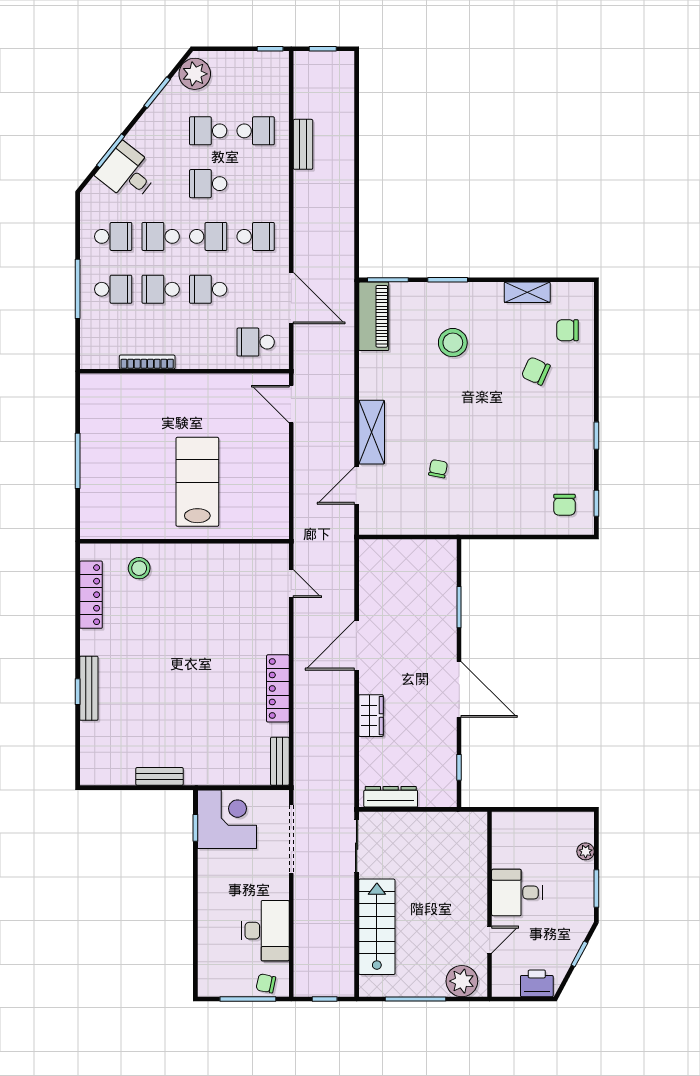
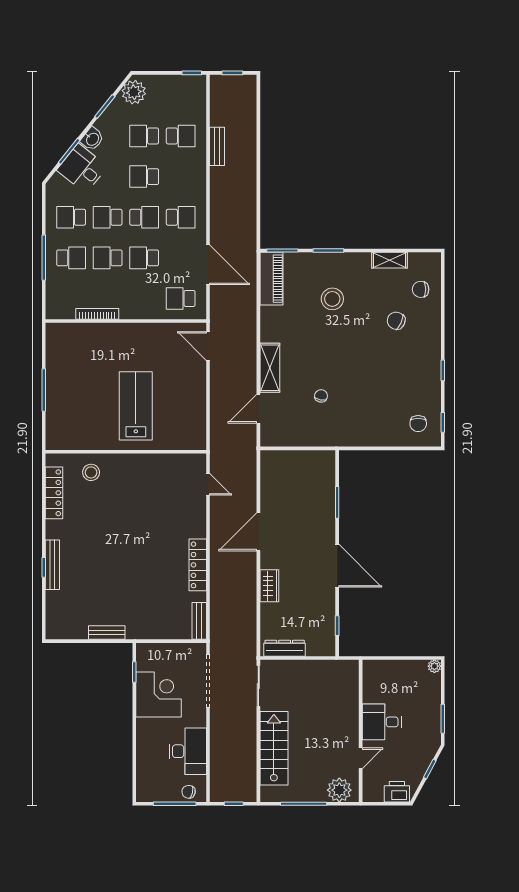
washbasin: (141, 135) -> (92, 139), added
school desk: (113, 236) -> (71, 217), turned 180
corner desk: (227, 819) -> (159, 694), moved
plant: (586, 851) -> (434, 666), moved

